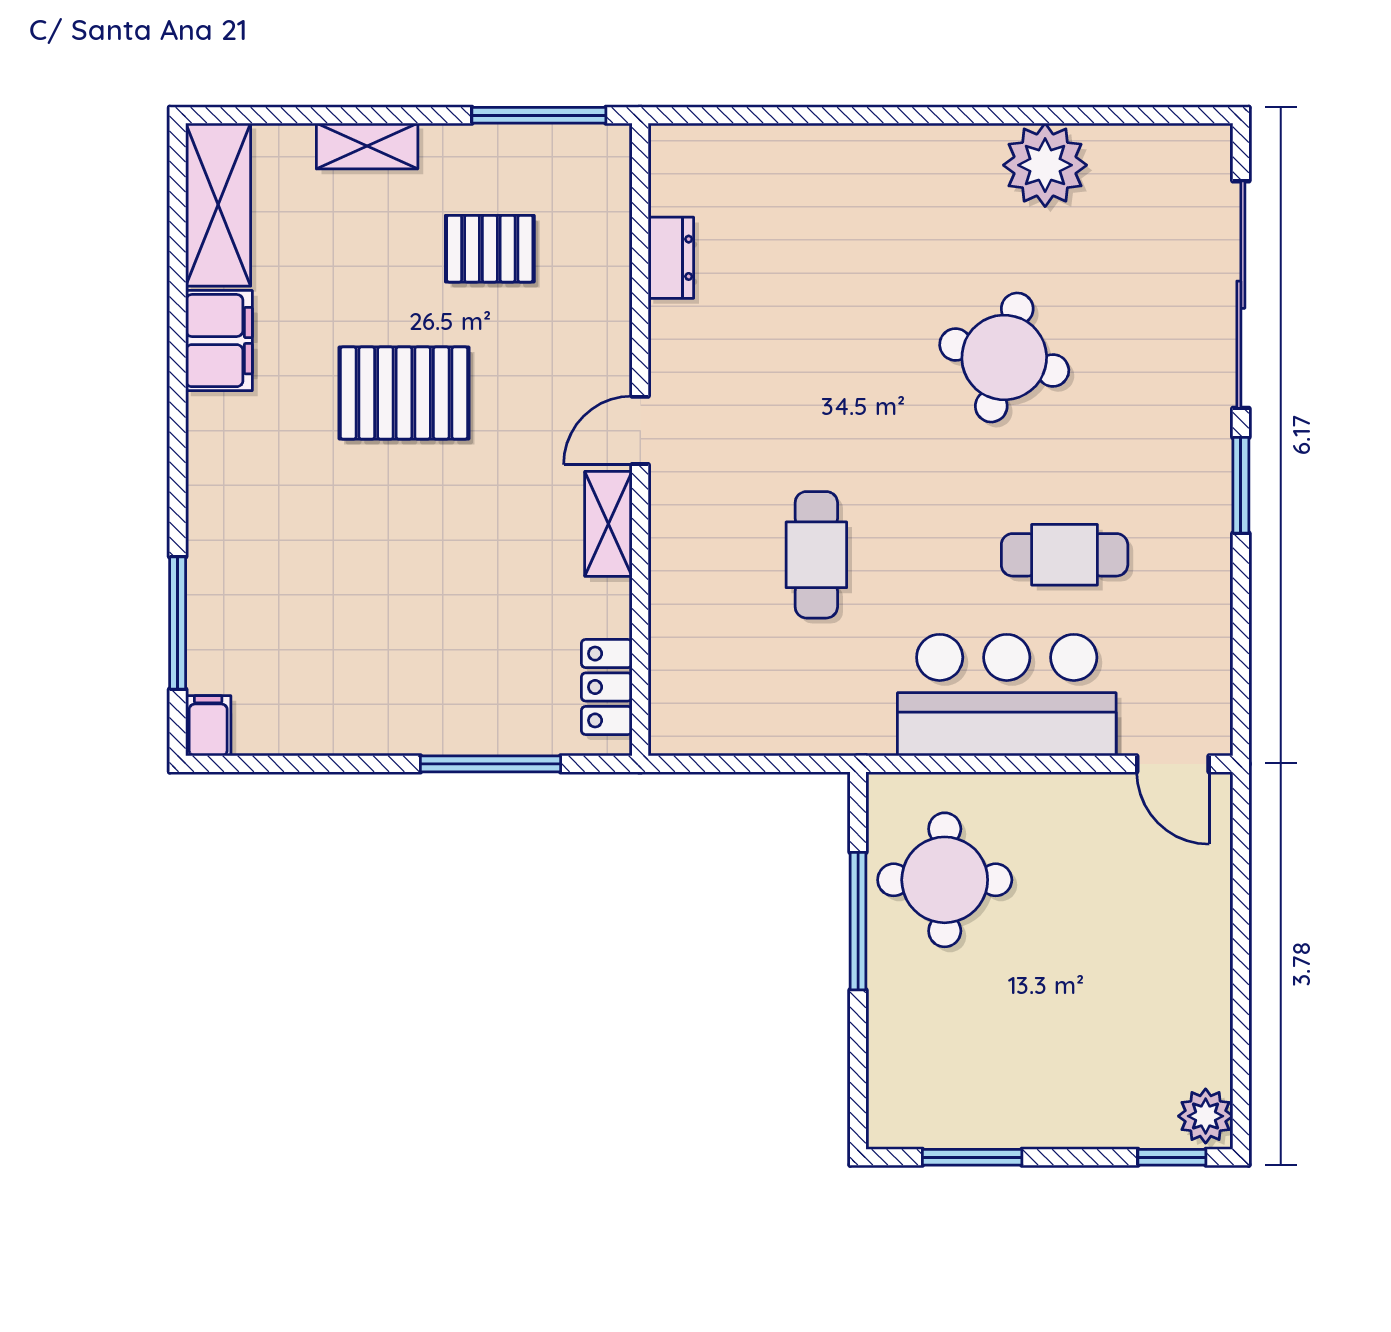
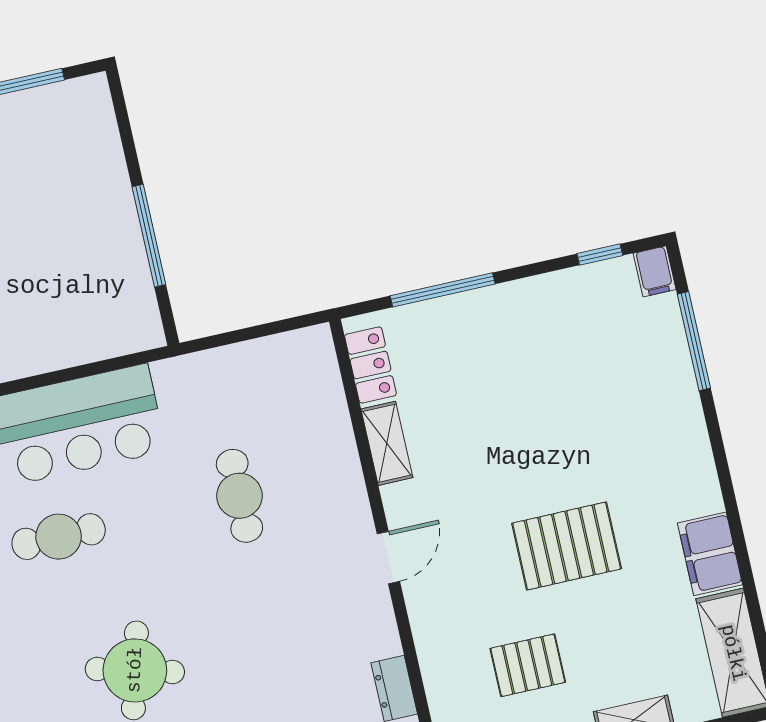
shelving: (608, 524) -> (387, 443), moved
window: (275, 764) -> (600, 254), added
round table: (945, 880) -> (93, 280), removed

